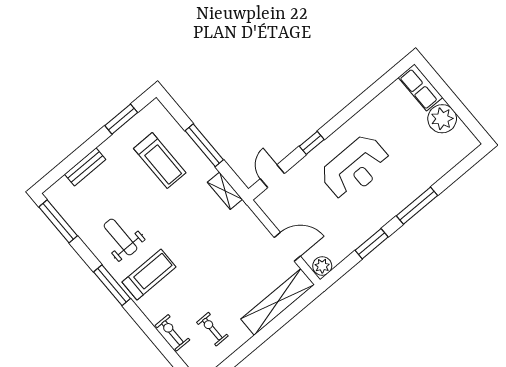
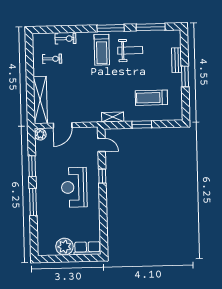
window: (121, 119) -> (185, 76), moved
window: (204, 145) -> (142, 124), width x0.69
window: (58, 221) -> (151, 27), moved

